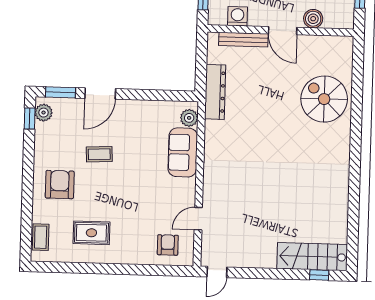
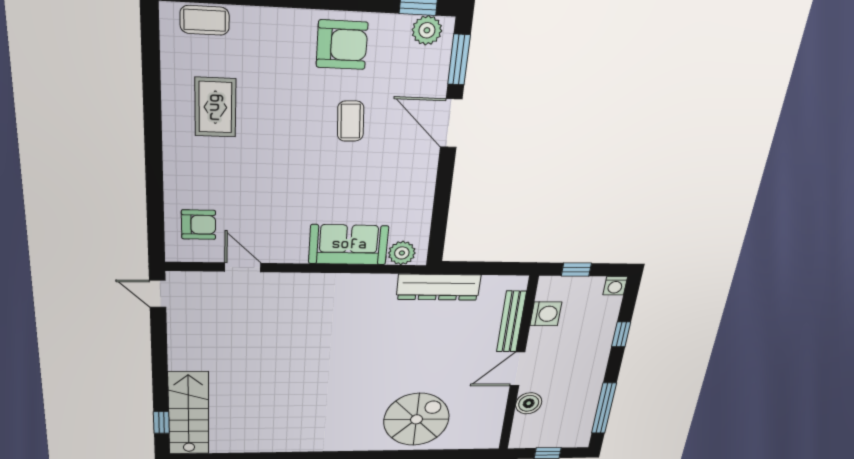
armchair: (60, 185) -> (342, 45), moved

